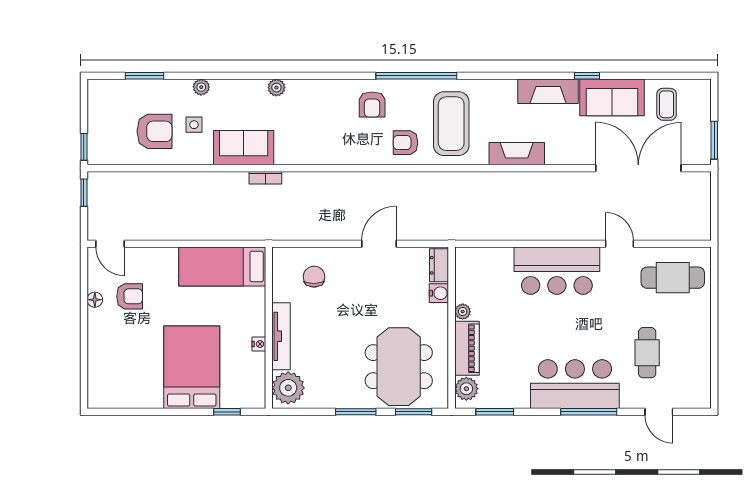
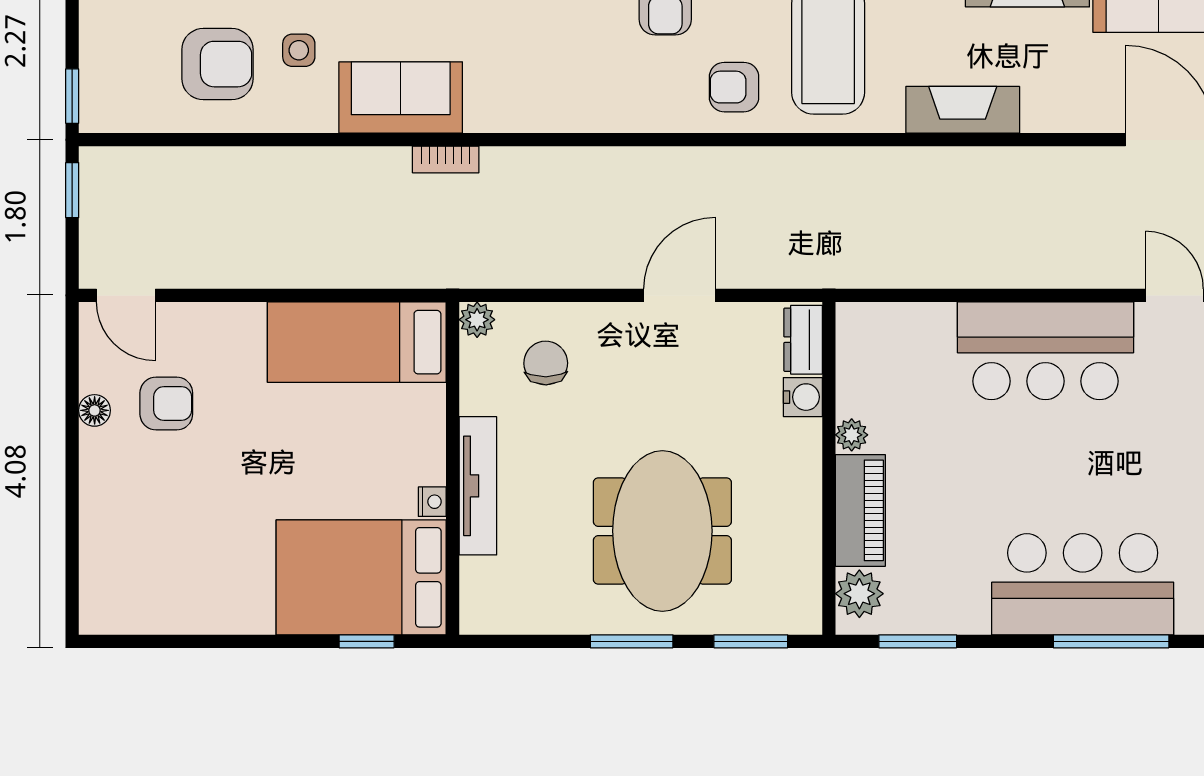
bed: (192, 367) -> (361, 577), moved, turned -90
meeting table: (399, 367) -> (662, 531), moved
plant: (288, 388) -> (477, 320), moved, width x0.53, depth x0.53

